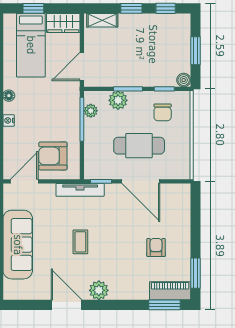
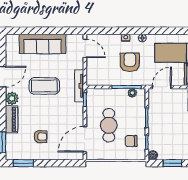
door: (82, 66) -> (162, 87), hinge flipped
plant: (118, 100) -> (139, 111), removed
armchair: (53, 156) -> (130, 62), moved
door: (141, 181) -> (85, 139), moved
coffee table: (80, 242) -> (44, 86), width x1.86, depth x1.72
piano: (170, 291) -> (12, 119), moved

